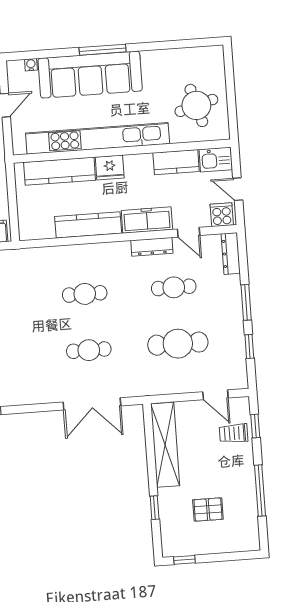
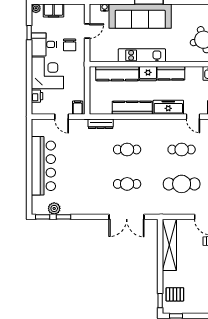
kitchen unit: (98, 138) -> (142, 55), width x0.54
kitchen counter: (176, 162) -> (171, 73), moved
dresser: (152, 247) -> (101, 124), moved
window: (155, 508) -> (160, 301), moved
pallet: (208, 510) -> (175, 294), moved

